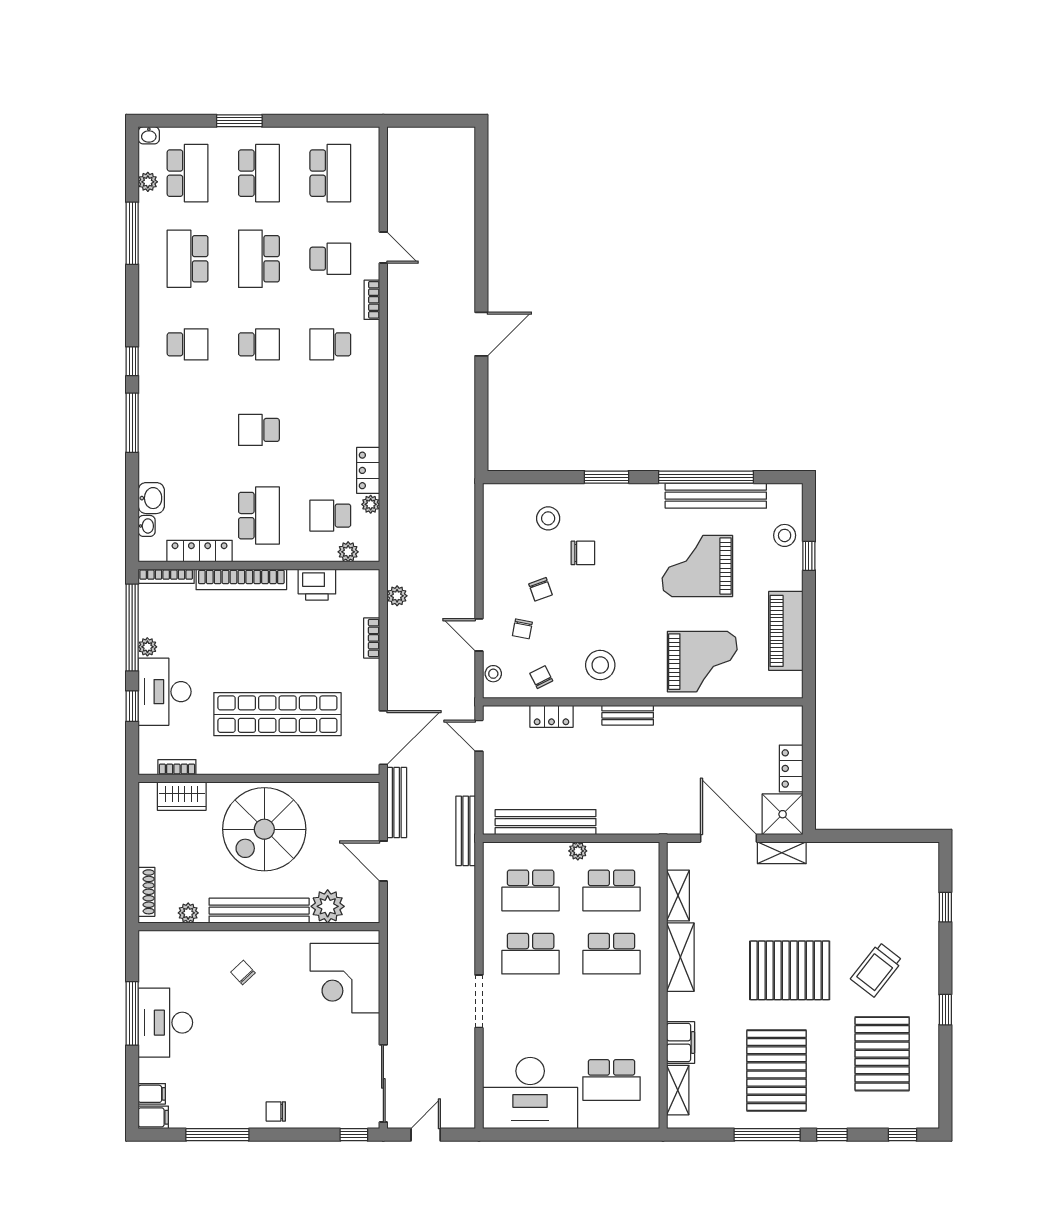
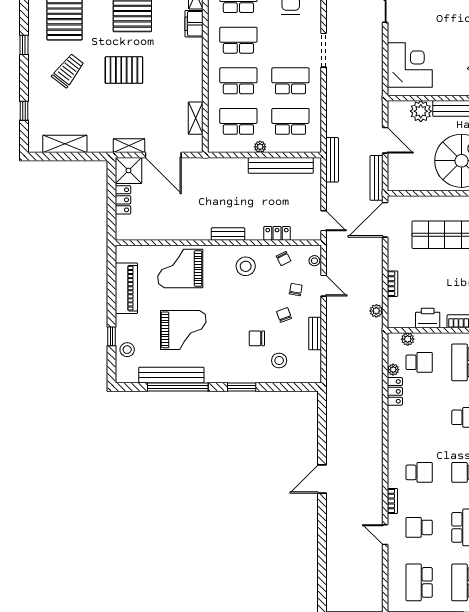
bench: (492, 561) -> (315, 333), added
shelving: (680, 957) -> (65, 144), moved, turned 90
pallet: (790, 970) -> (124, 70), width x0.73, depth x0.71
school desk: (611, 1017) -> (238, 40), added

